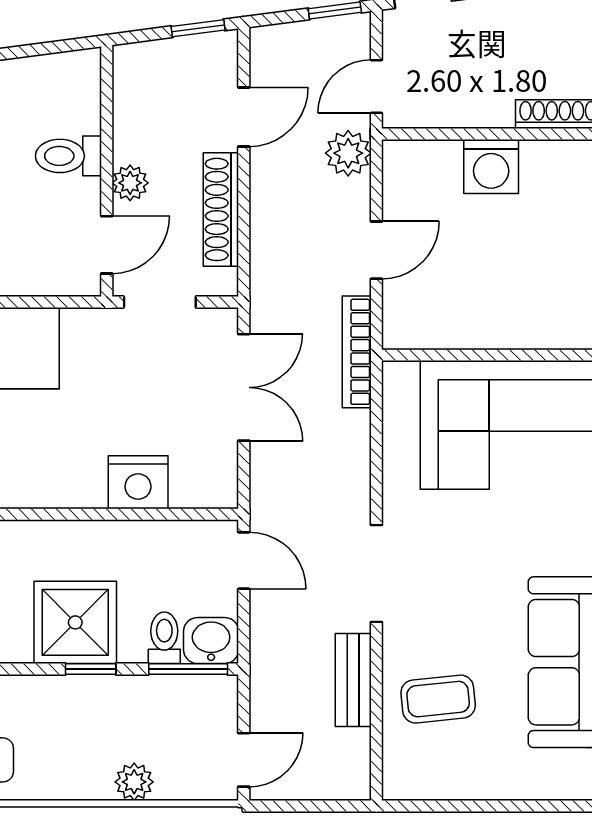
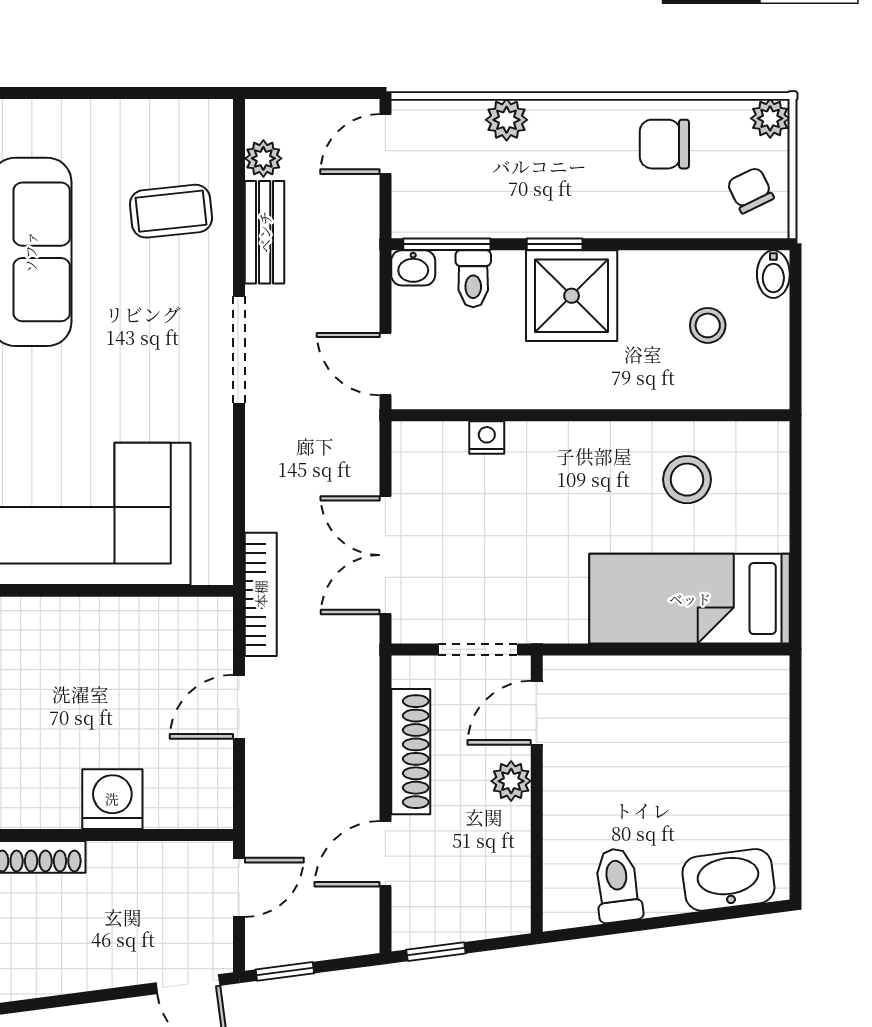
plant: (348, 153) -> (263, 158), moved, width x0.73, depth x0.73
toilet: (68, 156) -> (618, 885), moved, turned -97
nightstand: (138, 482) -> (487, 437), width x0.53, depth x0.56
washbasin: (211, 641) -> (413, 268), width x0.72, depth x0.69

